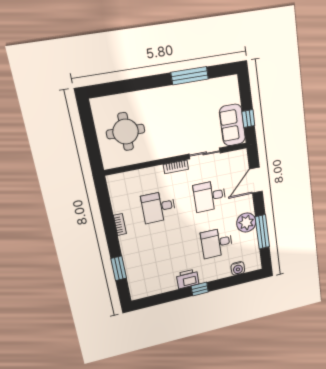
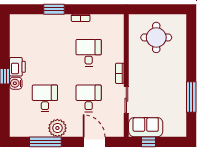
window: (119, 268) -> (54, 9), moved
water cooler: (238, 268) -> (16, 83), moved

